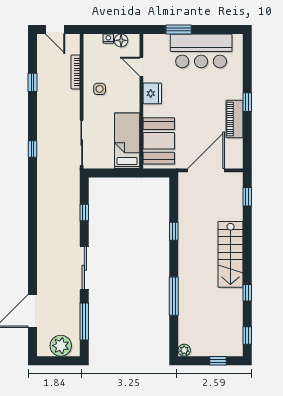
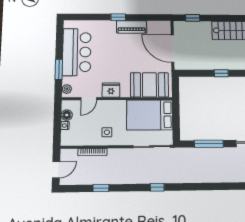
plant: (154, 40) -> (67, 89), added
bed: (127, 141) -> (150, 115), width x1.50
window: (84, 212) -> (209, 144), width x2.17

